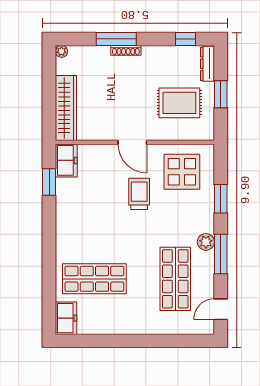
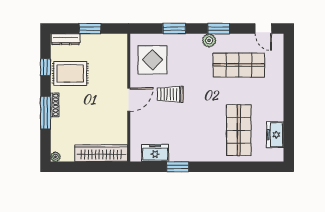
window: (186, 39) -> (45, 67), moved
rug: (179, 103) -> (70, 73), moved, turned 90
freezer: (66, 160) -> (155, 153), moved
window: (49, 182) -> (178, 167), moved
window: (221, 254) -> (219, 29), width x0.69
freezer: (66, 318) -> (275, 135), moved, turned -90

